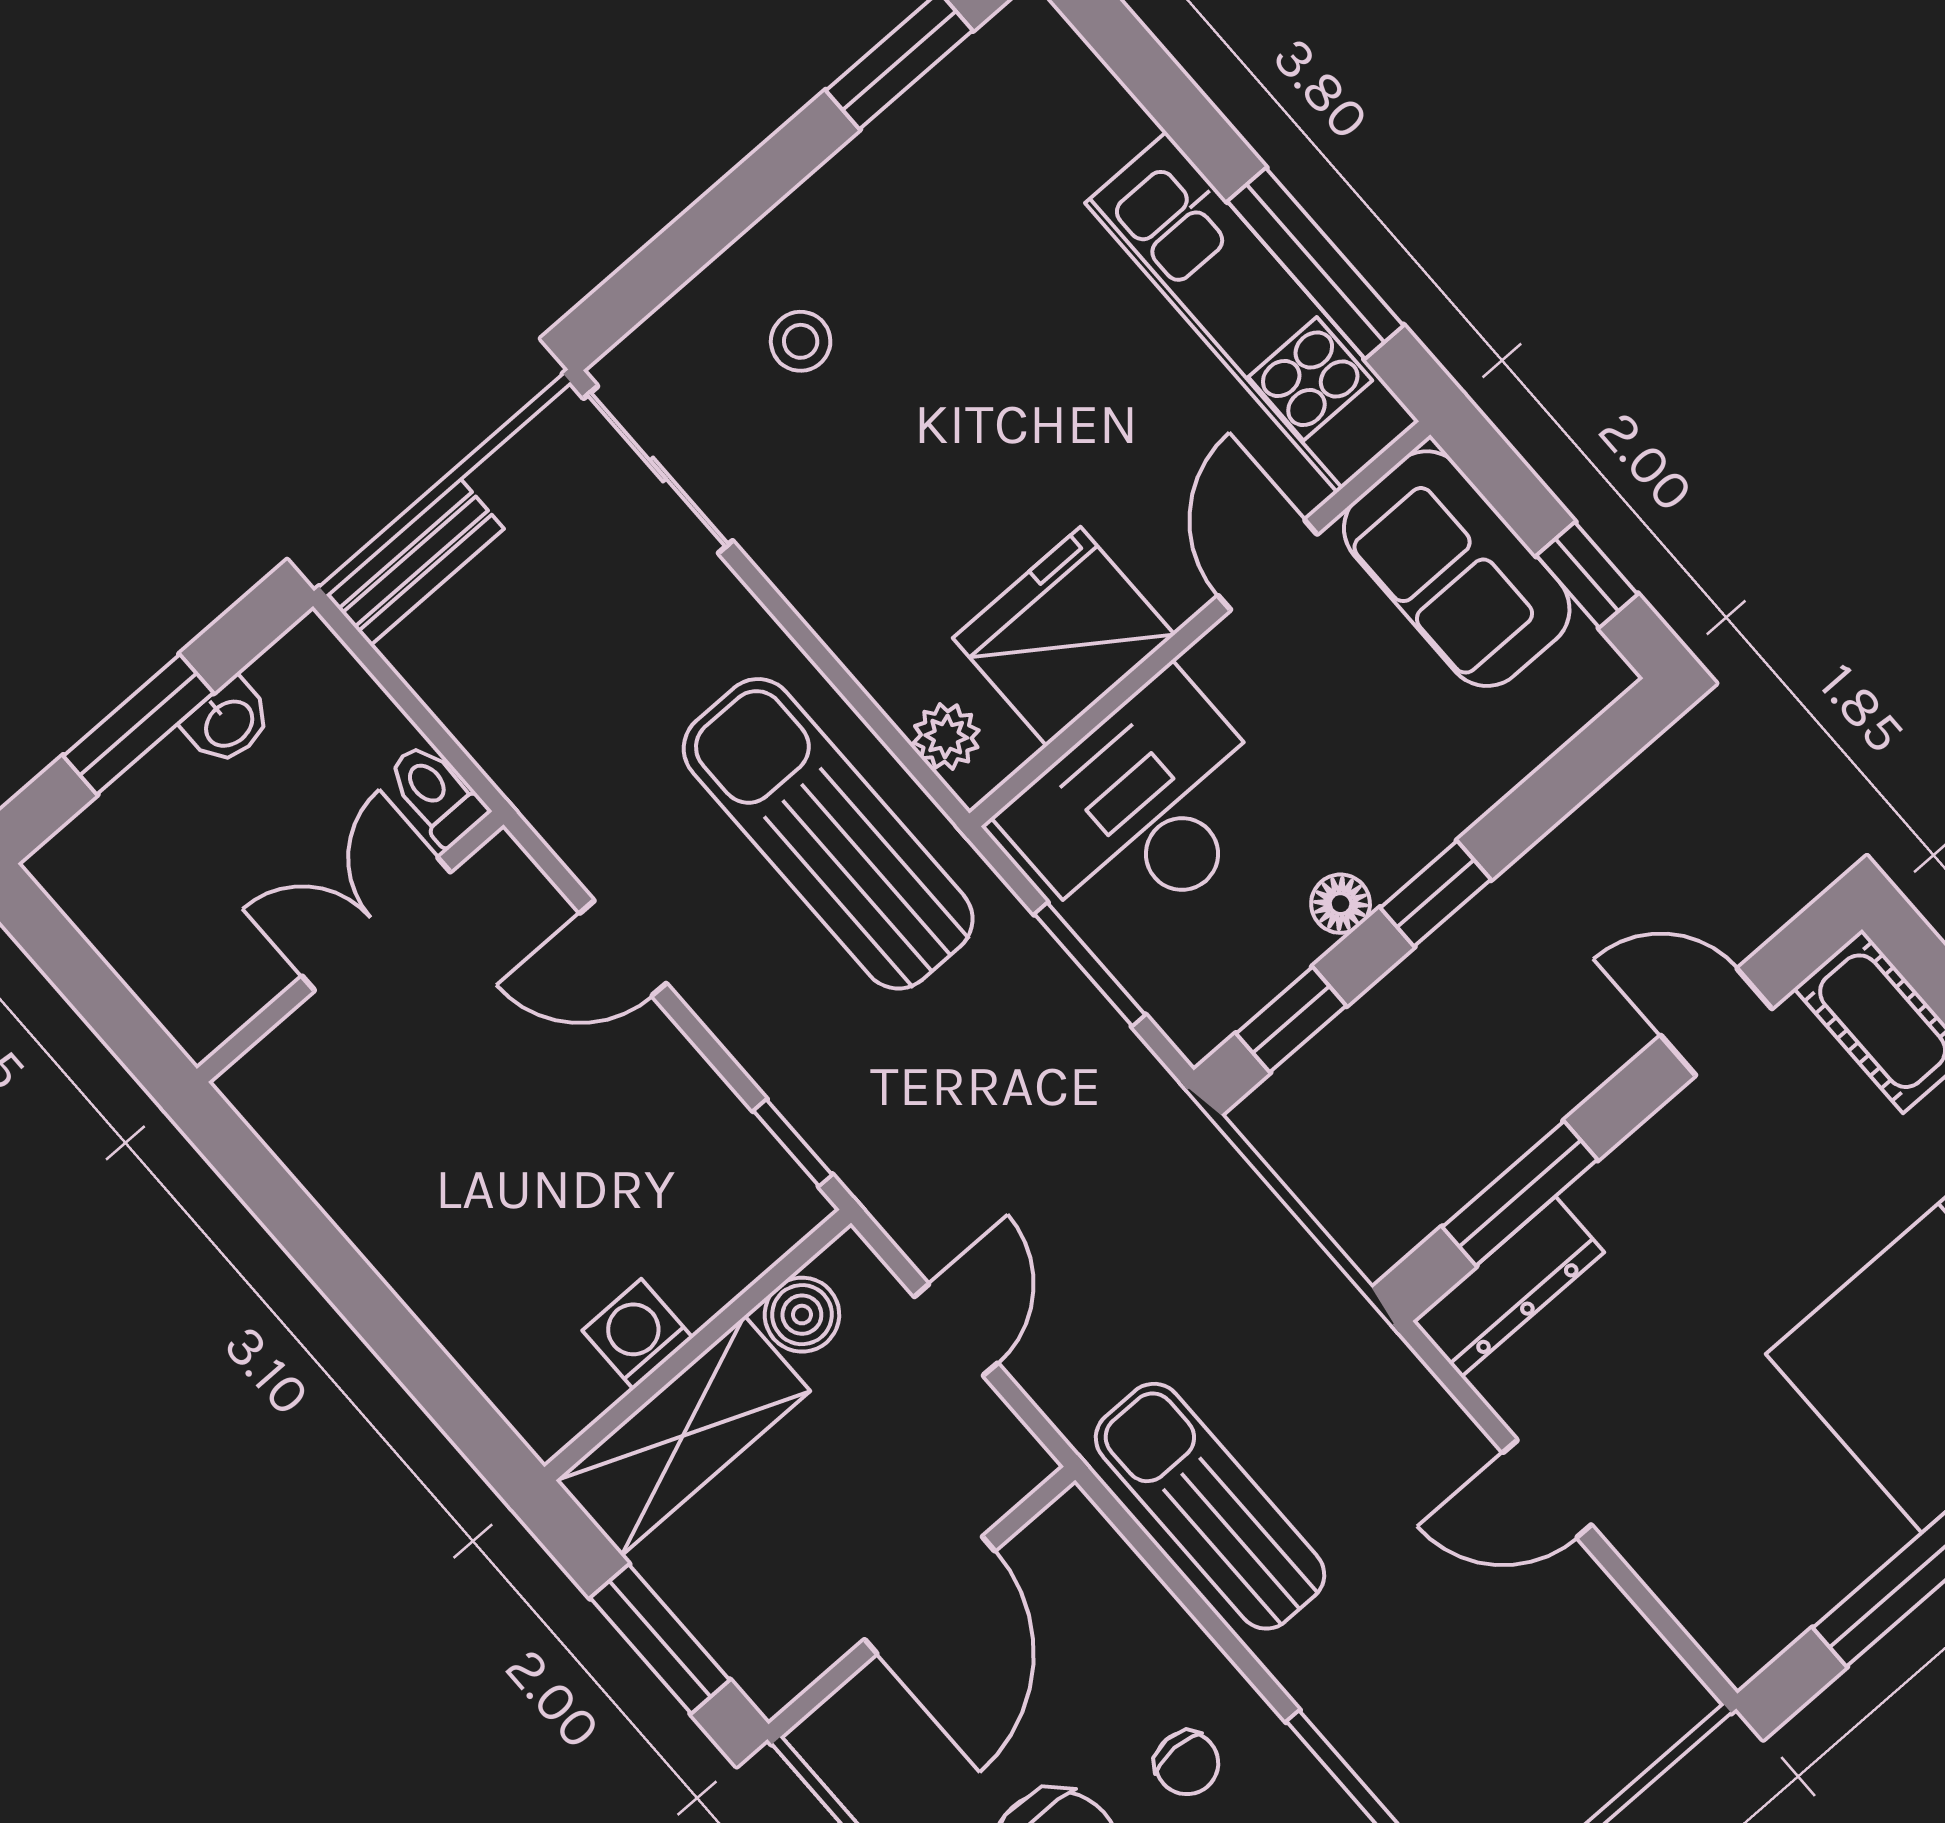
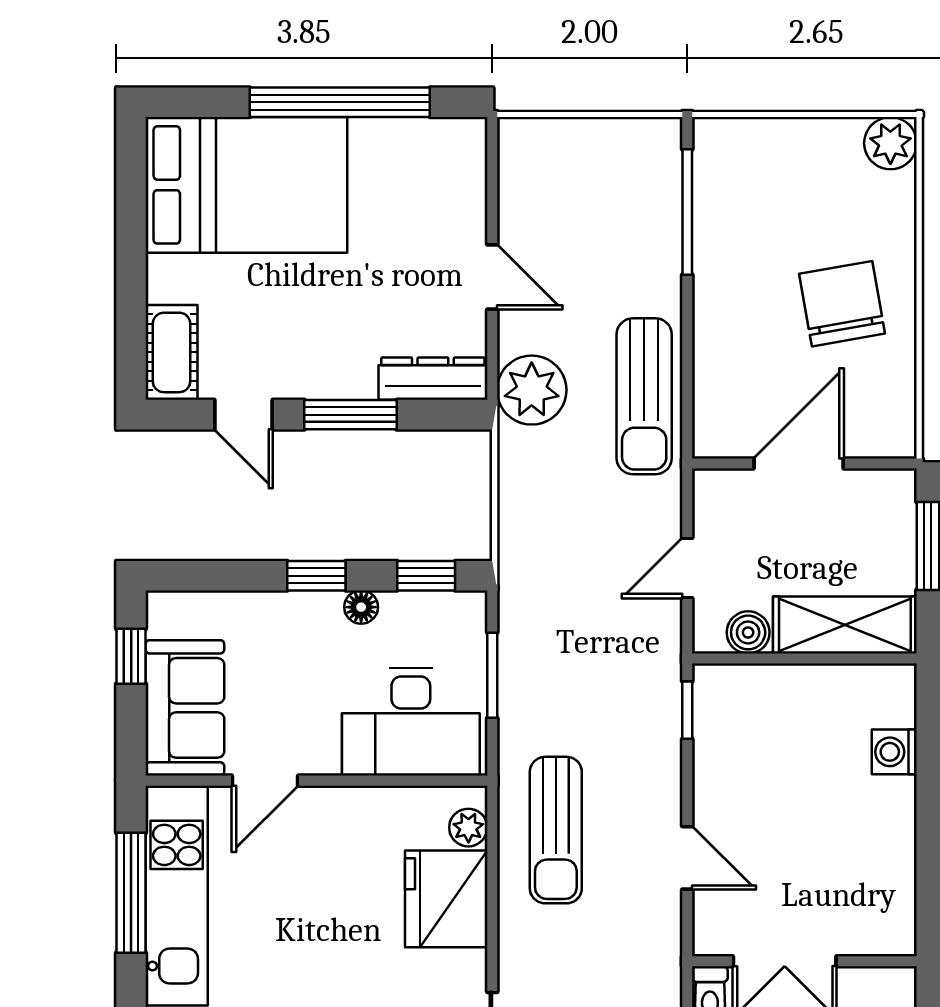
fridge: (1064, 636) -> (446, 899), moved, turned 90
sun lounger: (828, 834) -> (556, 830), width x0.73, depth x0.75
window: (1520, 1193) -> (351, 415), moved
washing machine: (637, 1334) -> (894, 752), moved, turned 90
plant: (1365, 1385) -> (532, 390), added
chair: (1187, 1763) -> (751, 294), removed

